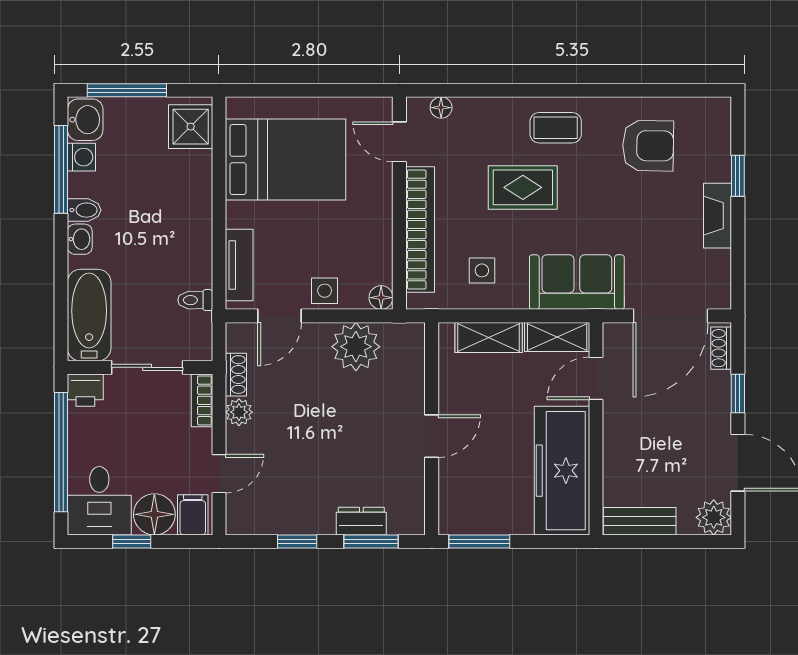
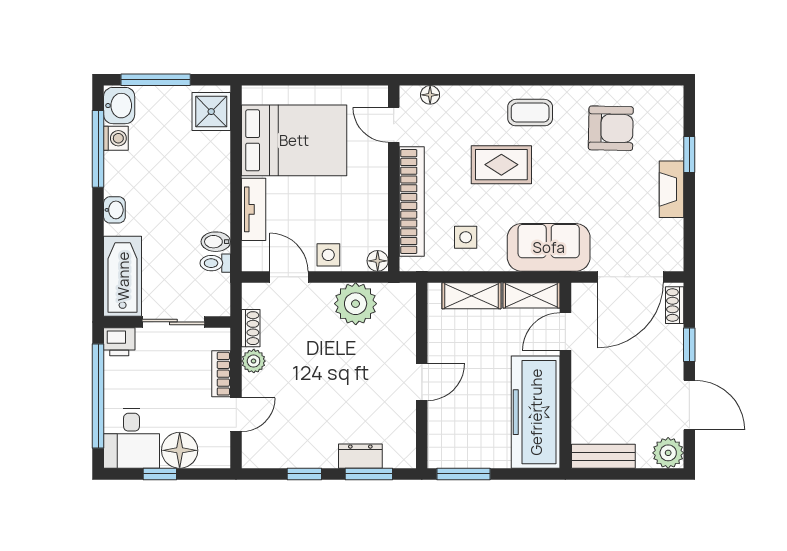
bidet: (84, 210) -> (216, 242), moved, turned 180
tv unit: (239, 265) -> (254, 209), moved
door: (280, 316) -> (289, 277), swing flipped
bookcase: (202, 400) -> (221, 374), moved
filing cabinet: (193, 515) -> (213, 451), removed

